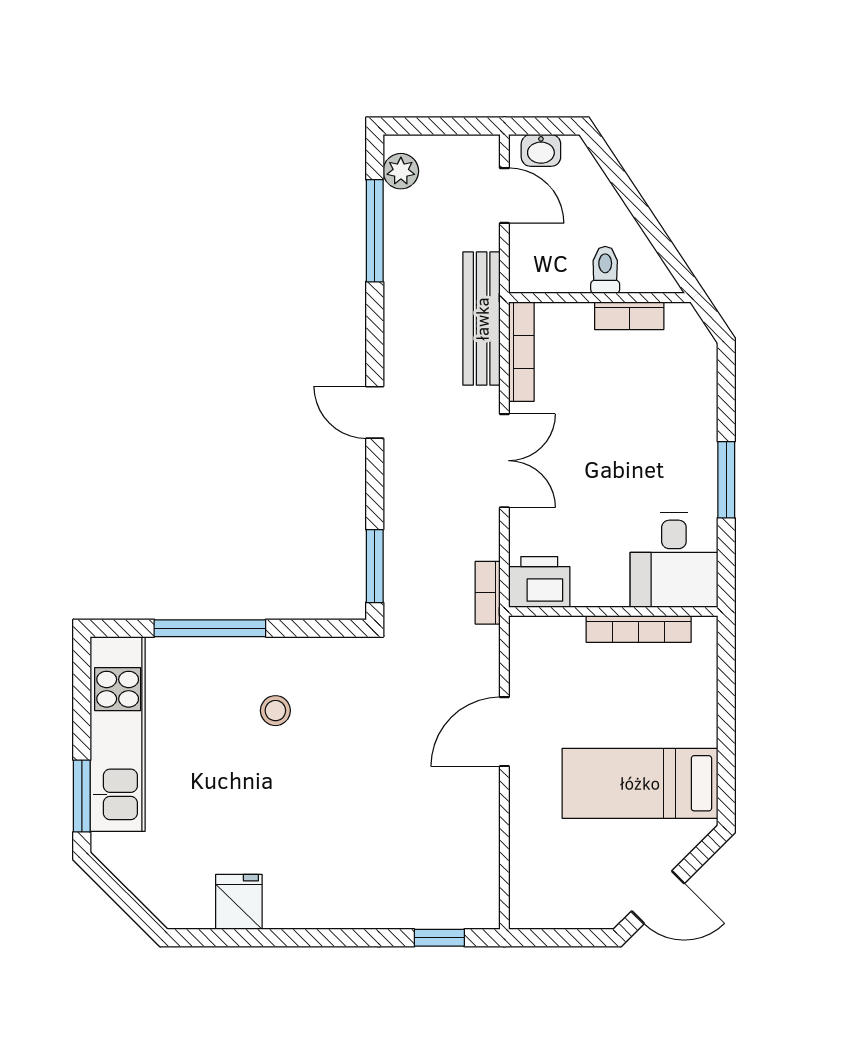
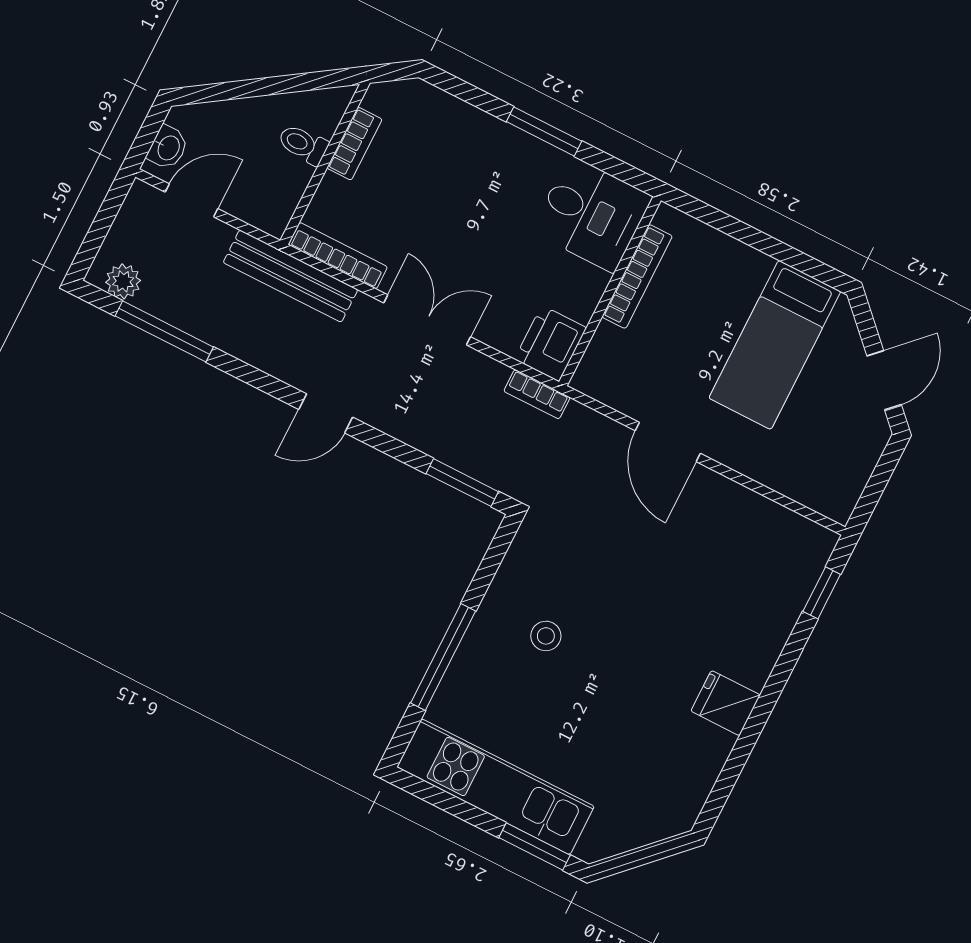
fridge: (239, 902) -> (726, 703), moved

